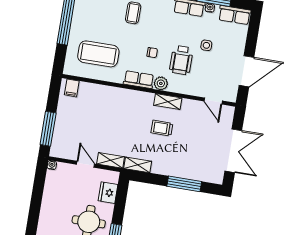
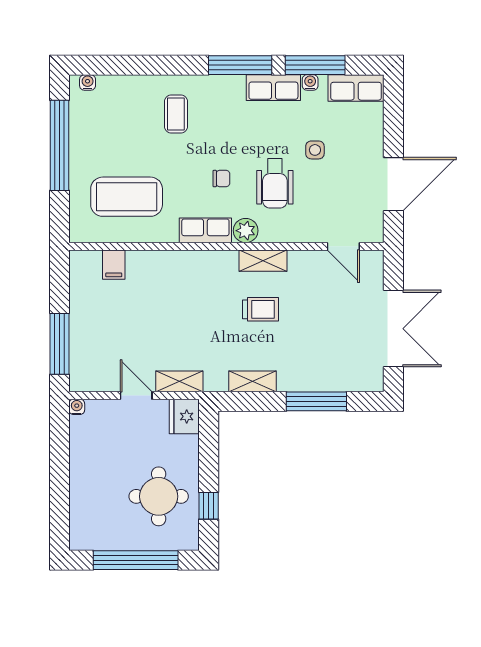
filing cabinet: (72, 88) -> (114, 265), moved
trolley: (162, 128) -> (261, 309), turned 180
shelving: (138, 165) -> (253, 381), moved
fridge: (108, 193) -> (184, 416), moved

